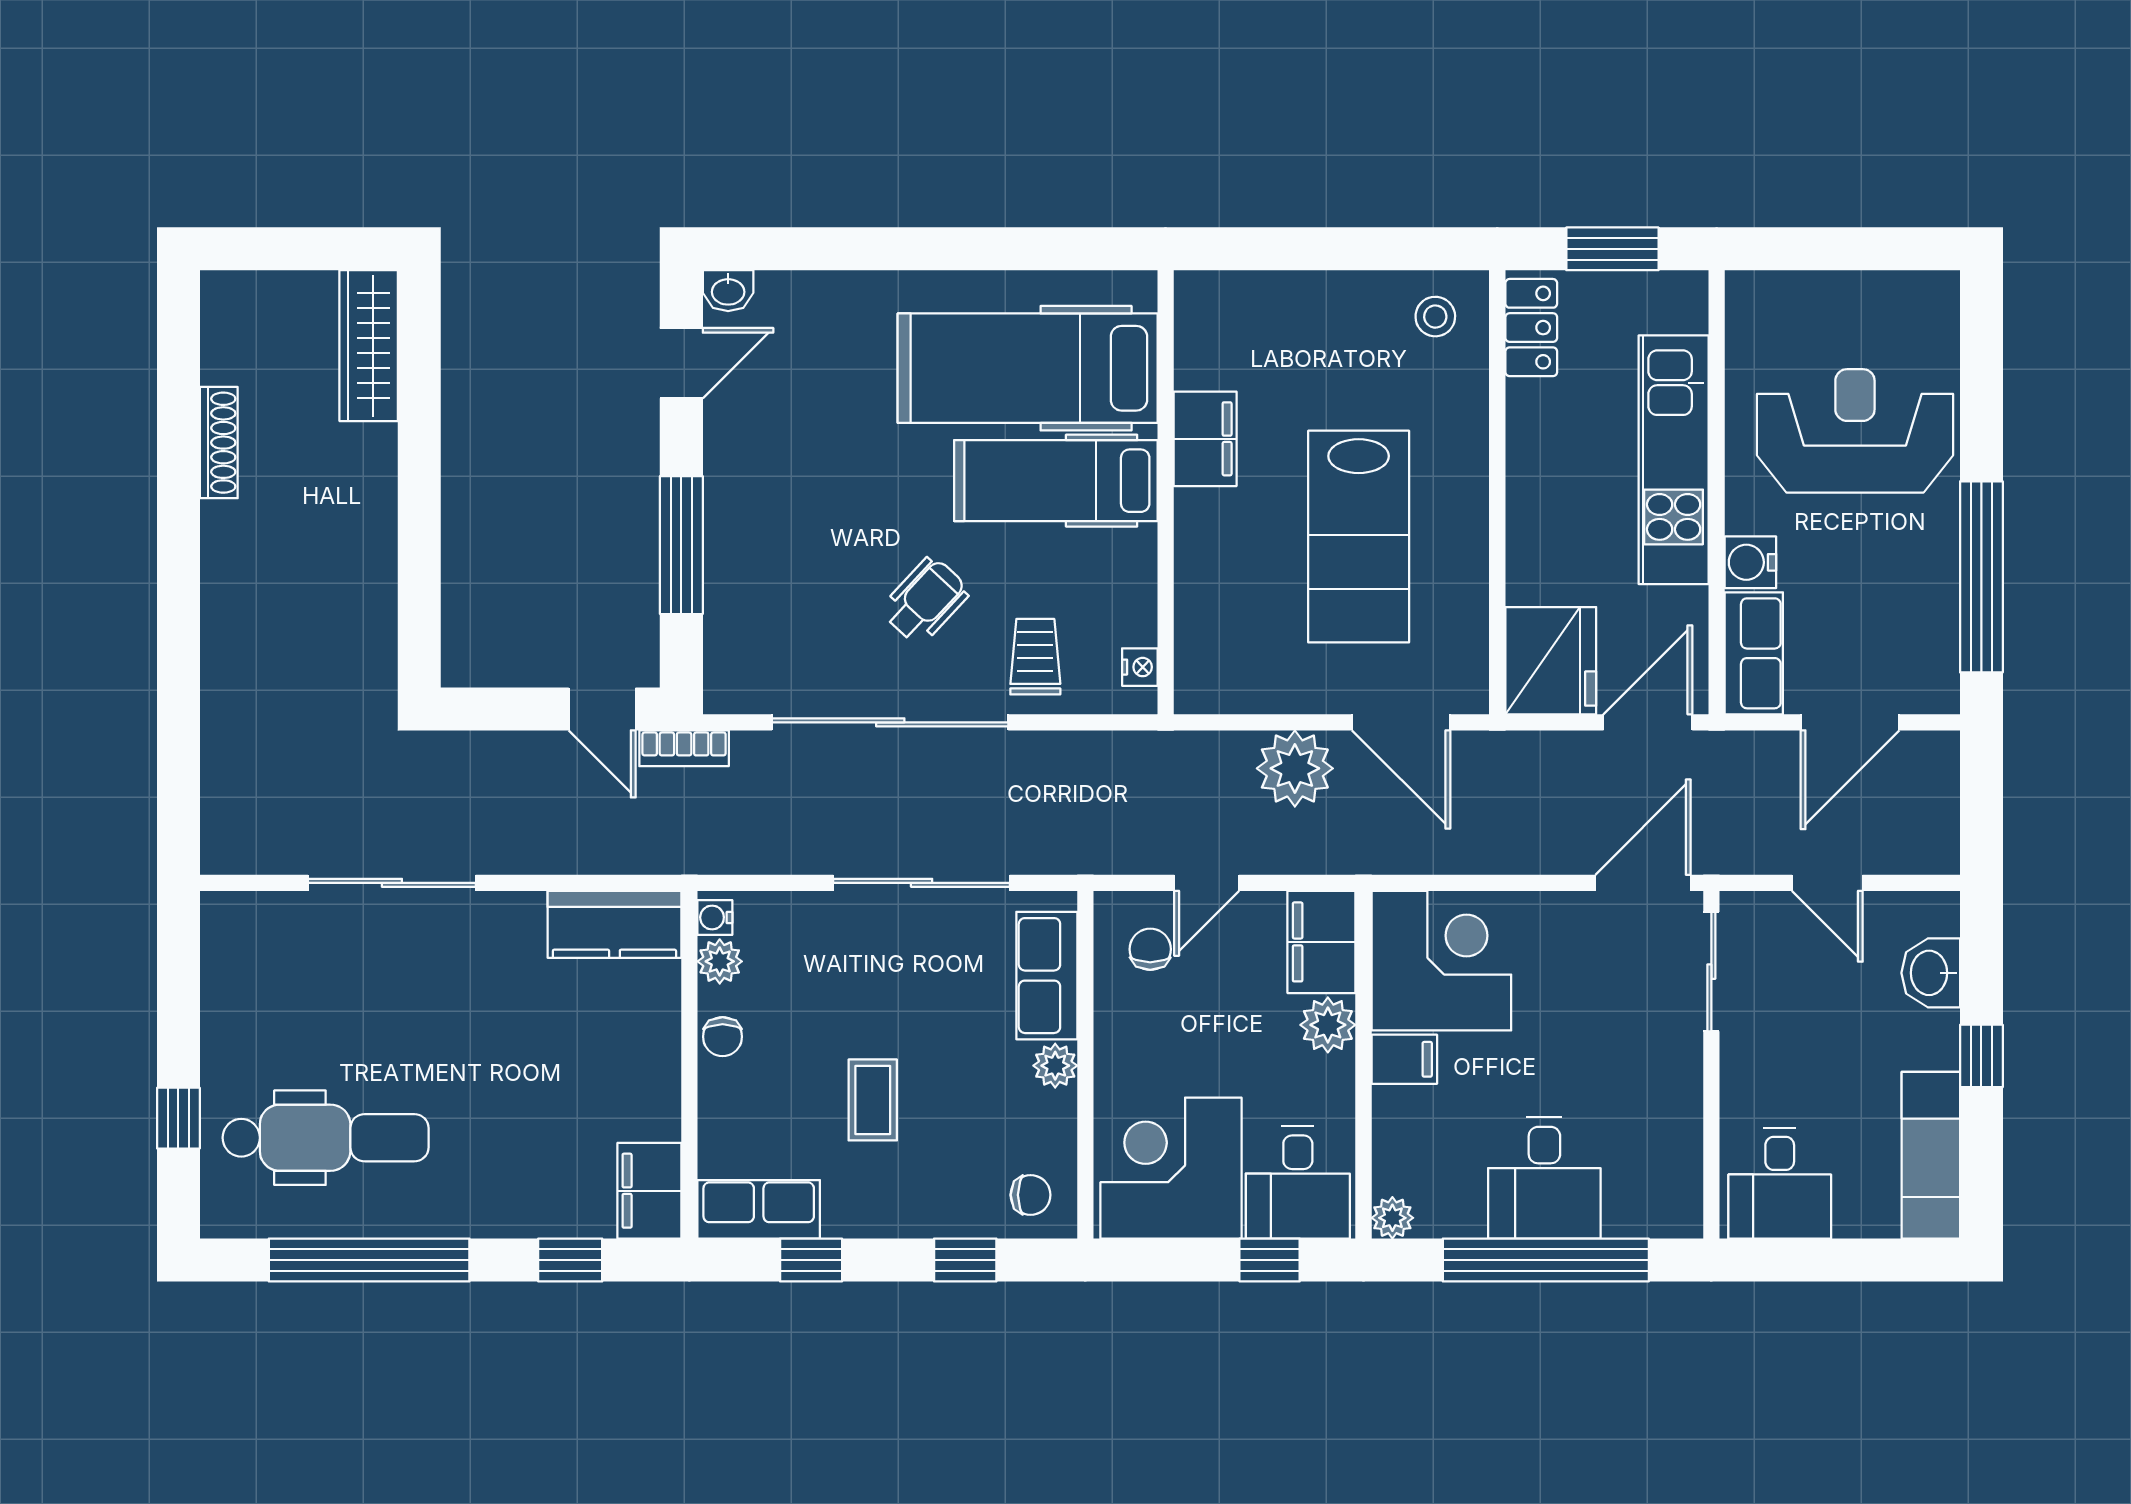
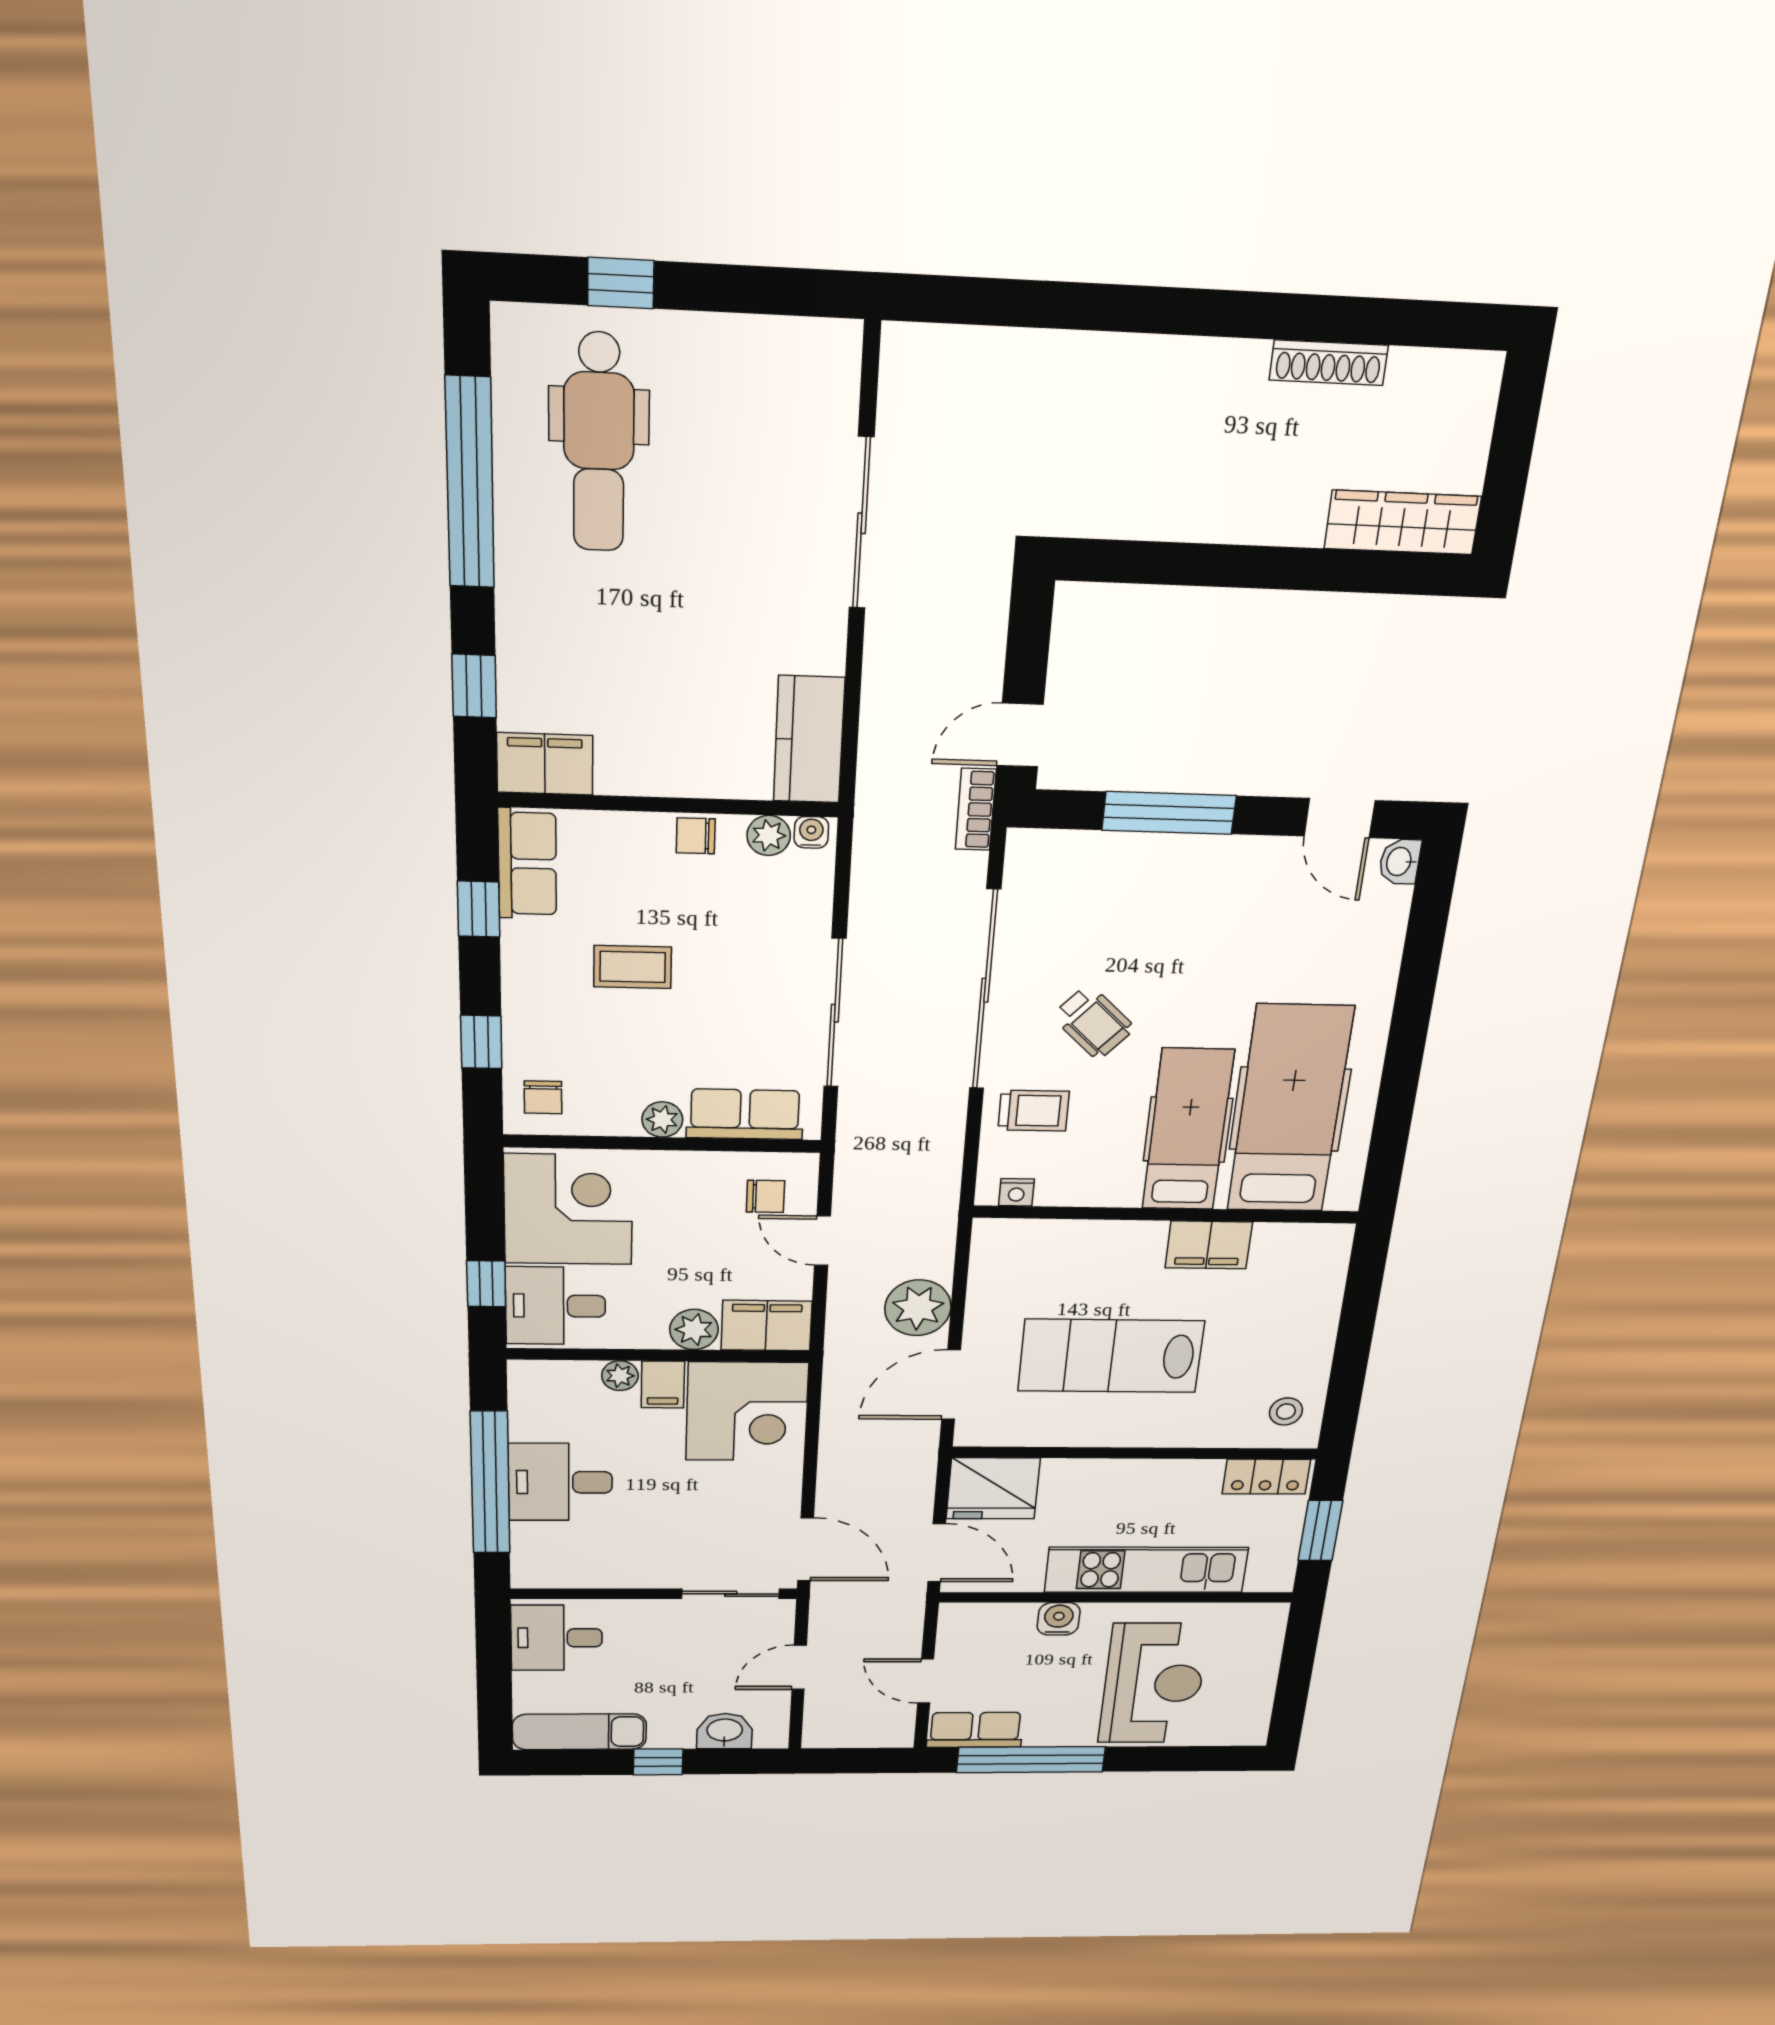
row of seats: (1754, 653) -> (975, 1730), moved, turned 180
door: (1850, 722) -> (926, 1681), width x0.73
plant: (1392, 1218) -> (620, 1376), moved

